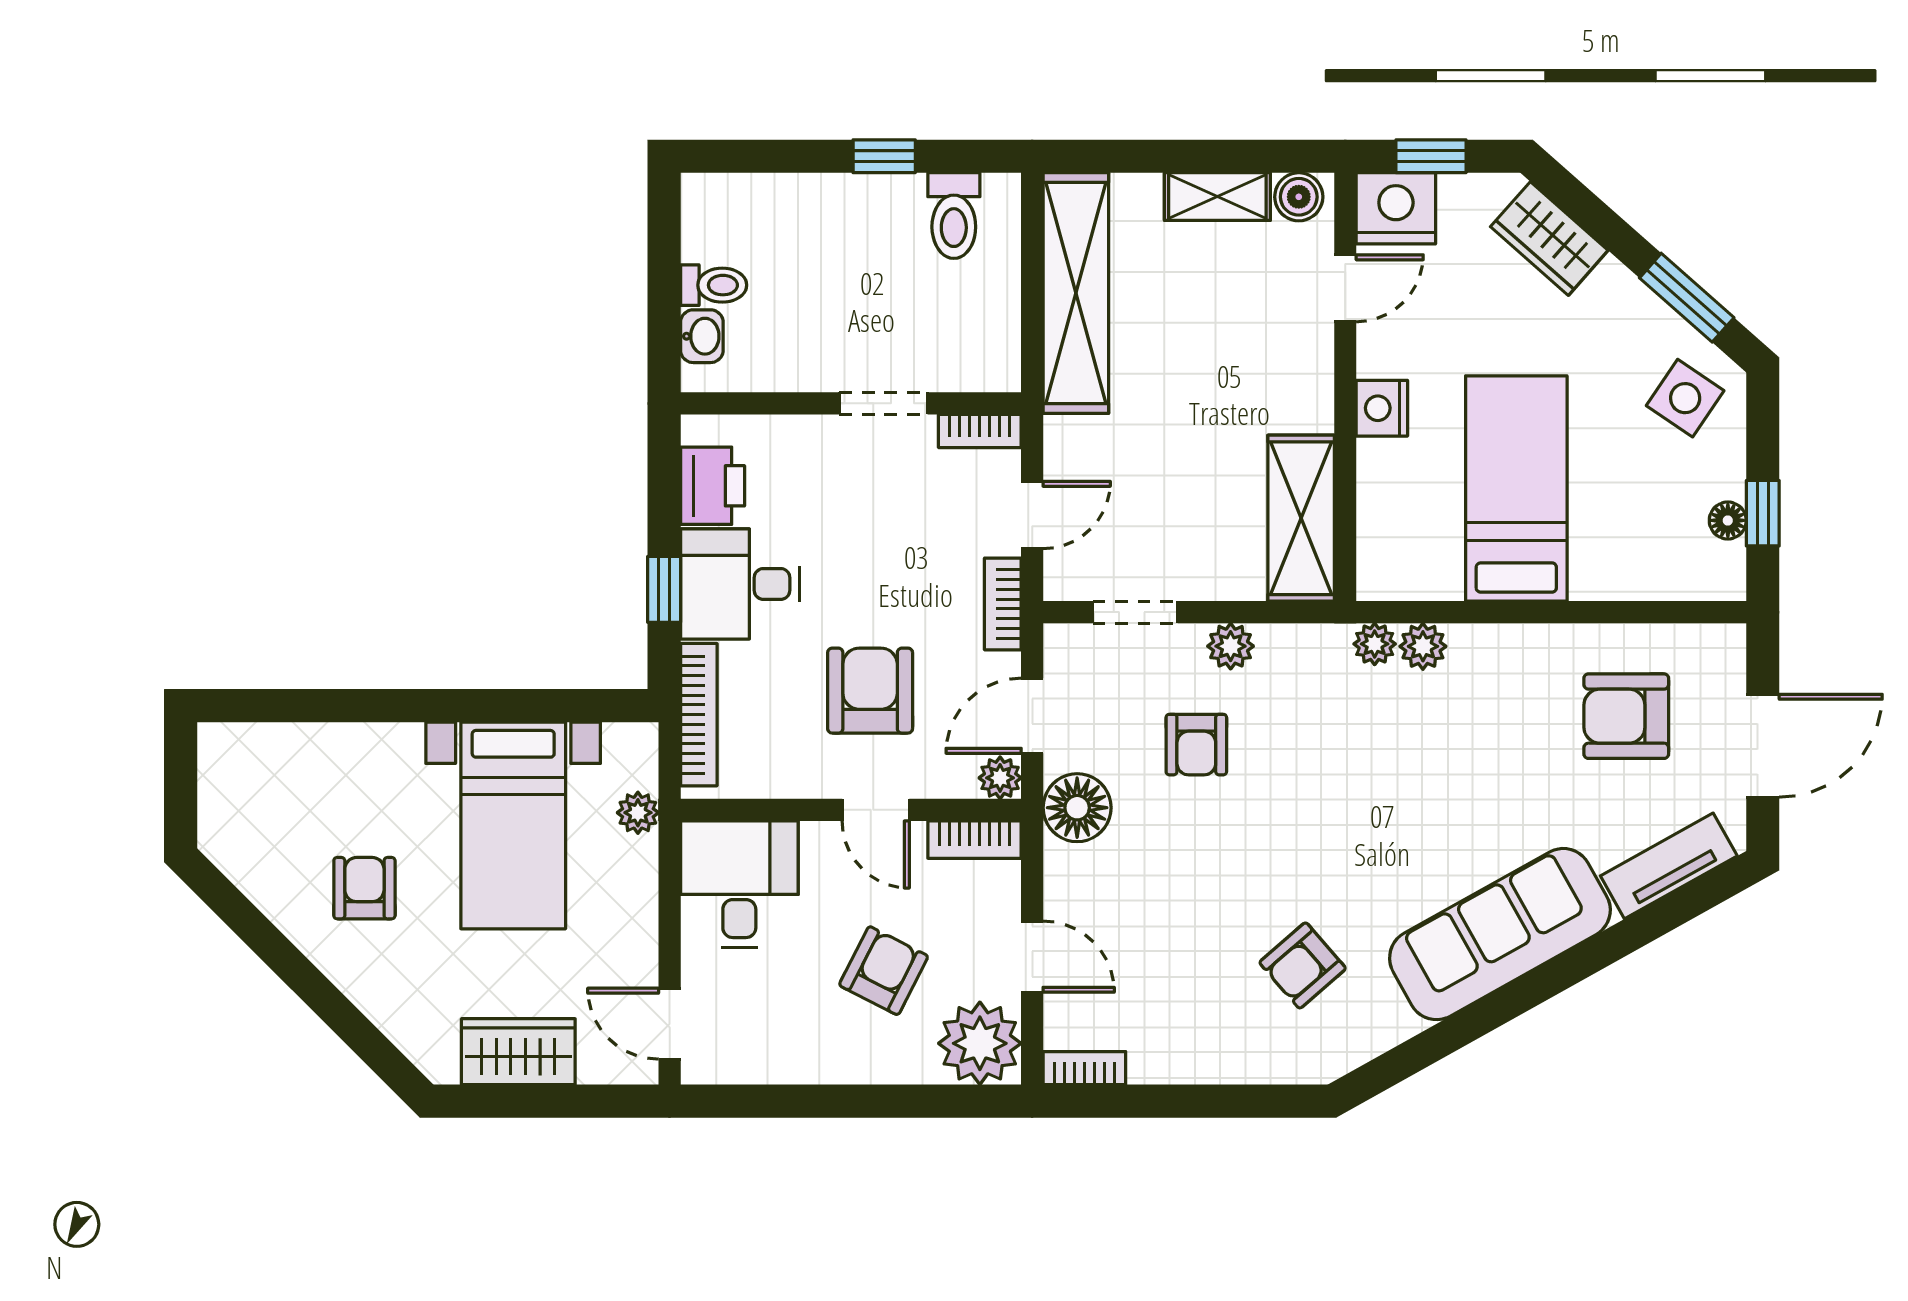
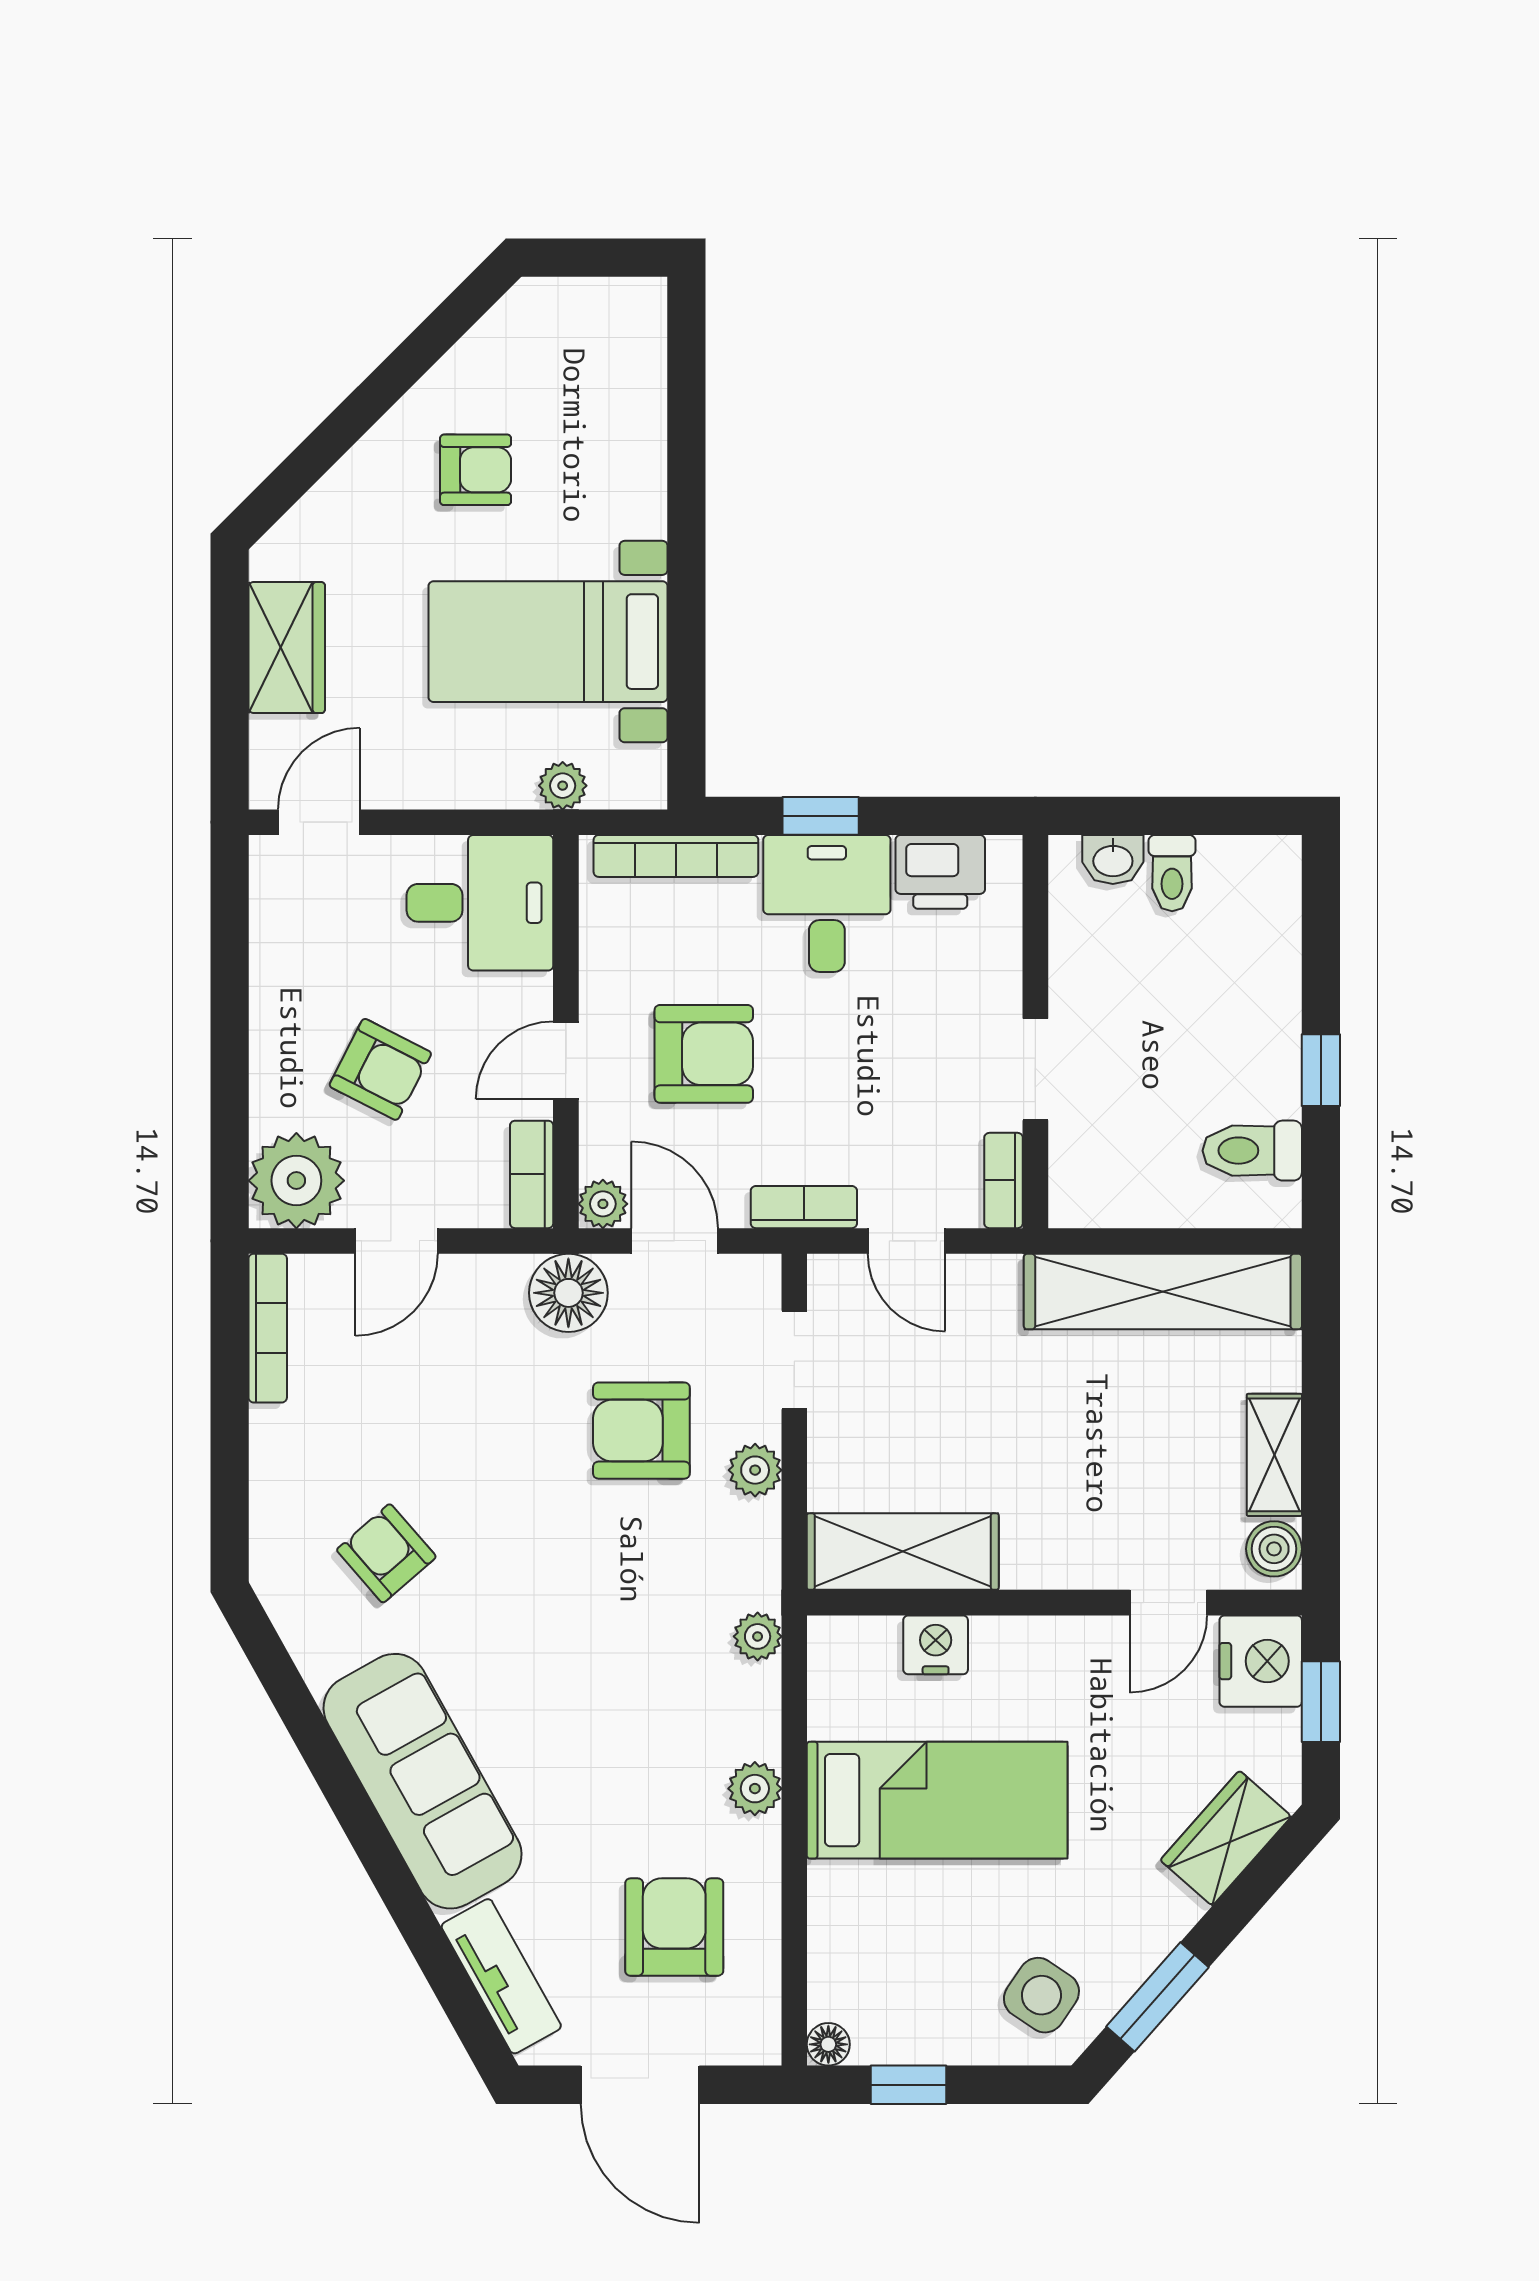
door: (1345, 288) -> (1168, 1603), hinge flipped
nightstand: (1382, 408) -> (936, 1645), moved
floor lamp: (1728, 520) -> (828, 2044), moved
plant: (1423, 646) -> (755, 1789), moved
armchair: (1196, 745) -> (641, 1431), width x1.38, depth x1.38
bookcase: (1084, 1068) -> (268, 1328), width x1.56

